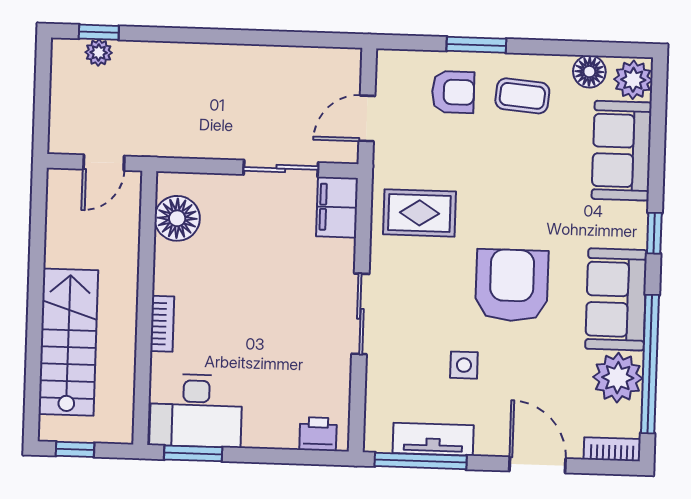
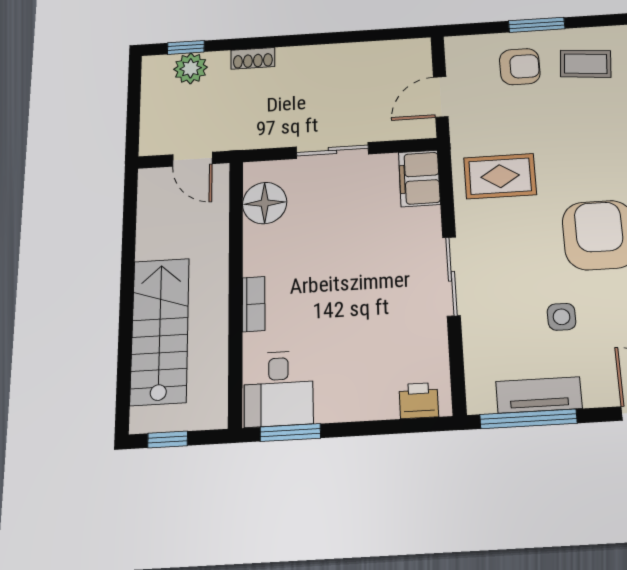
plant: (99, 53) -> (191, 68), width x1.38, depth x1.38
shoe rack: (171, 53) -> (253, 58), added
door: (104, 163) -> (192, 159), hinge flipped
sliding door: (281, 168) -> (332, 150), moved
desk: (196, 411) -> (279, 389), width x0.73

